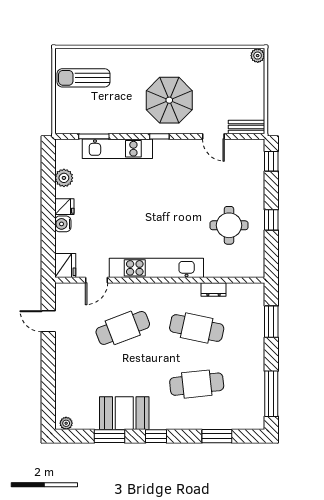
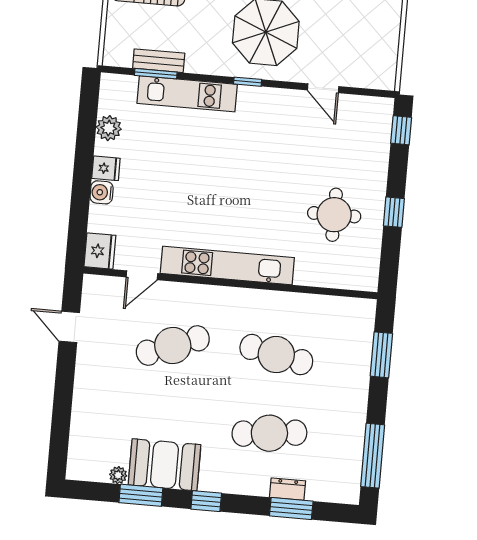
bench: (246, 127) -> (159, 61), moved
dresser: (214, 289) -> (288, 489), moved, turned 180
plant: (66, 423) -> (118, 475), moved

